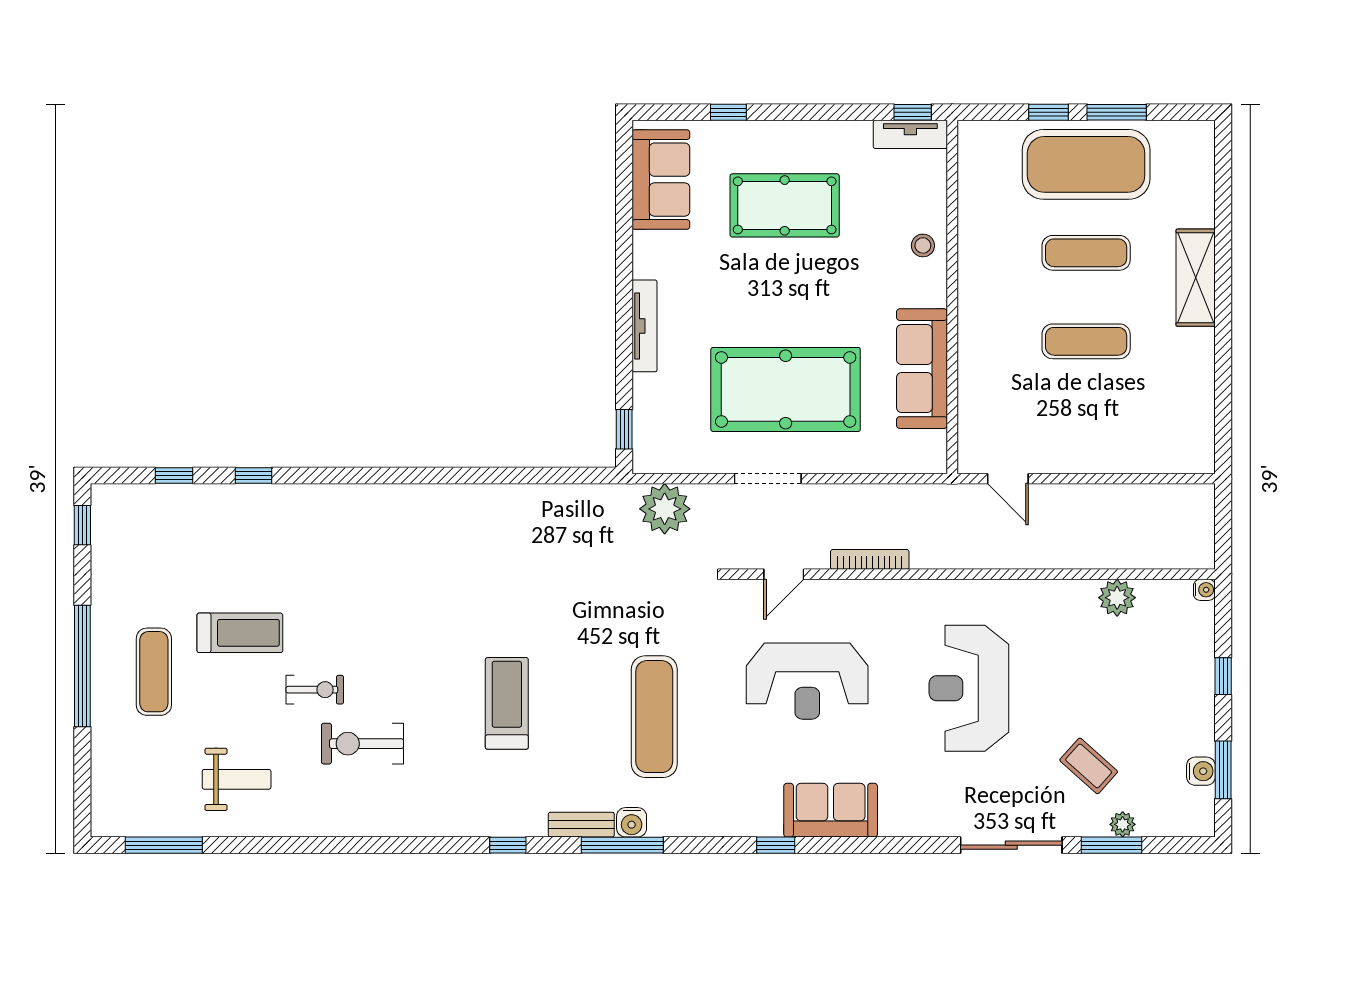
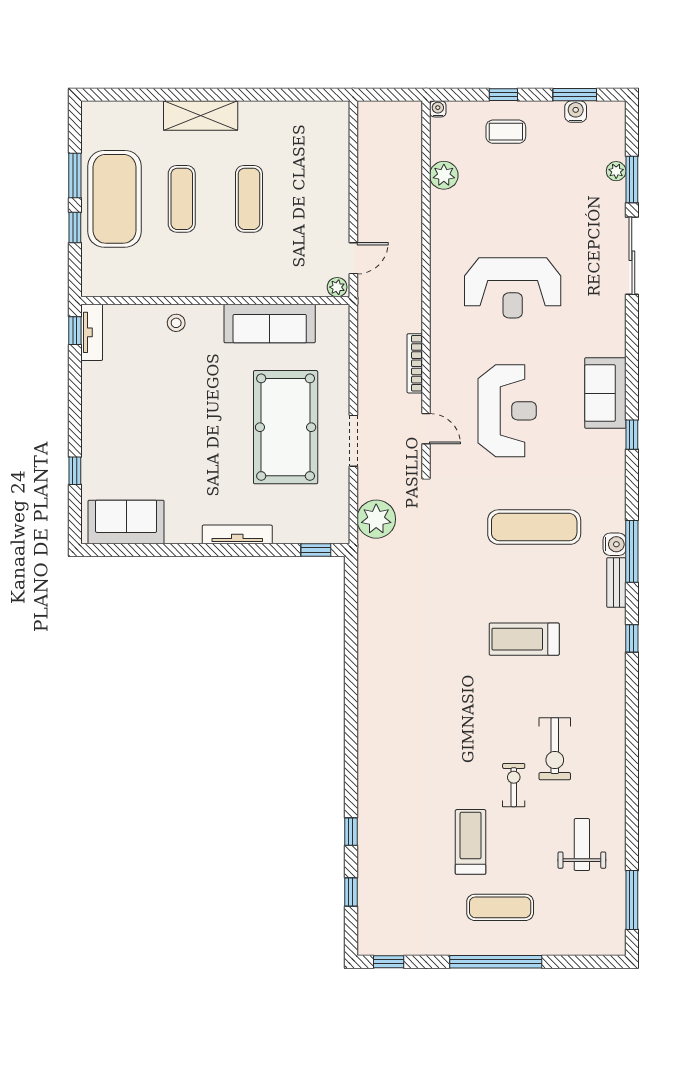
pool table: (785, 205) -> (146, 428), removed
plant: (970, 457) -> (337, 287), added
coffee table: (1089, 766) -> (506, 132), moved, turned 48

